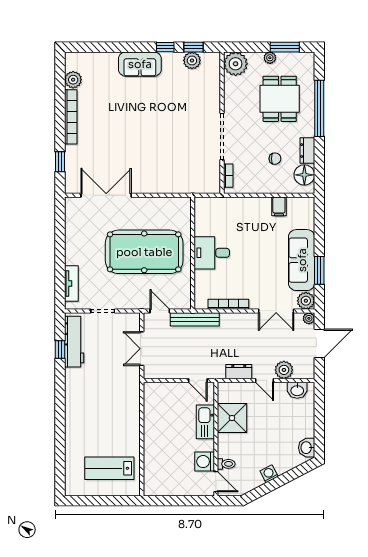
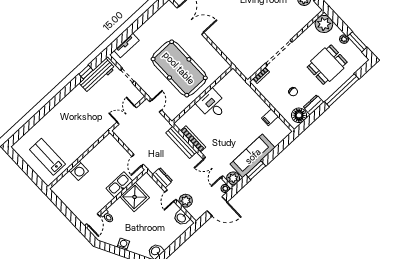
bench: (195, 319) -> (181, 142), moved
washing machine: (205, 462) -> (79, 171), moved, turned 180

